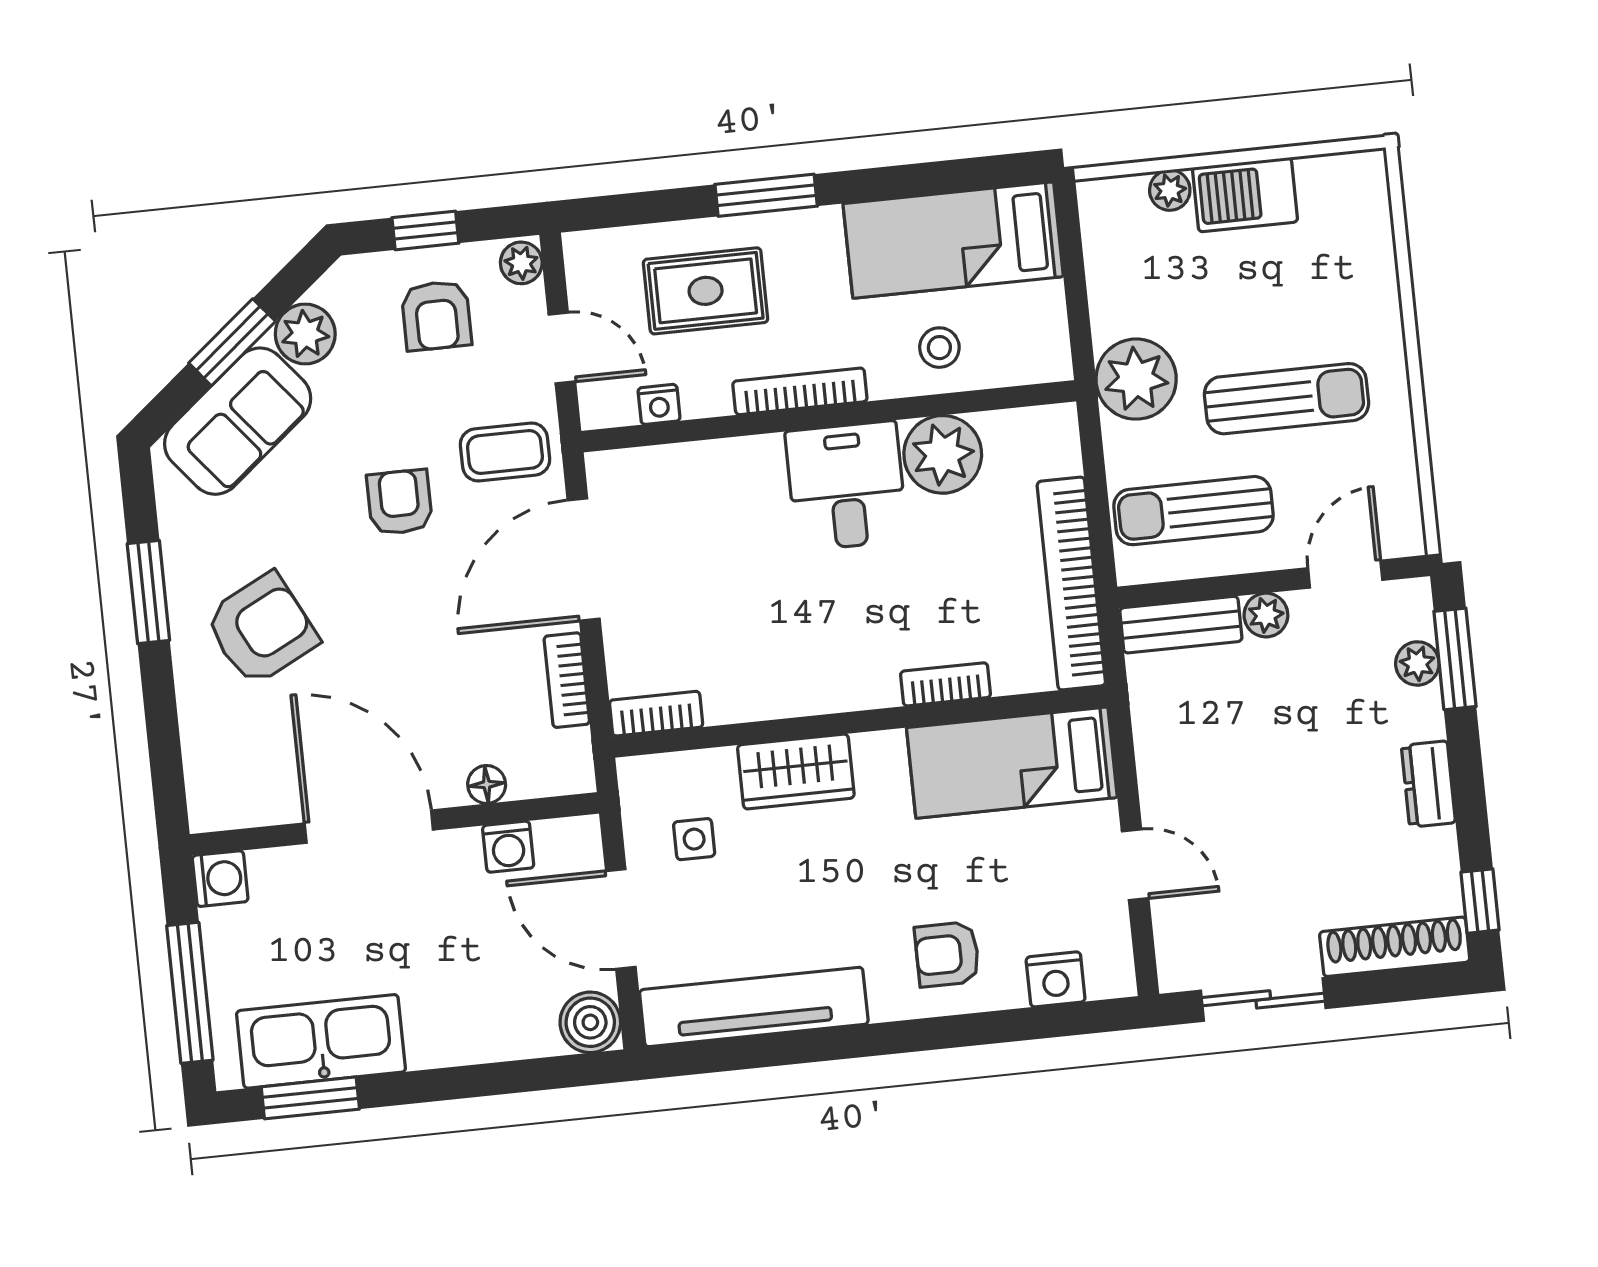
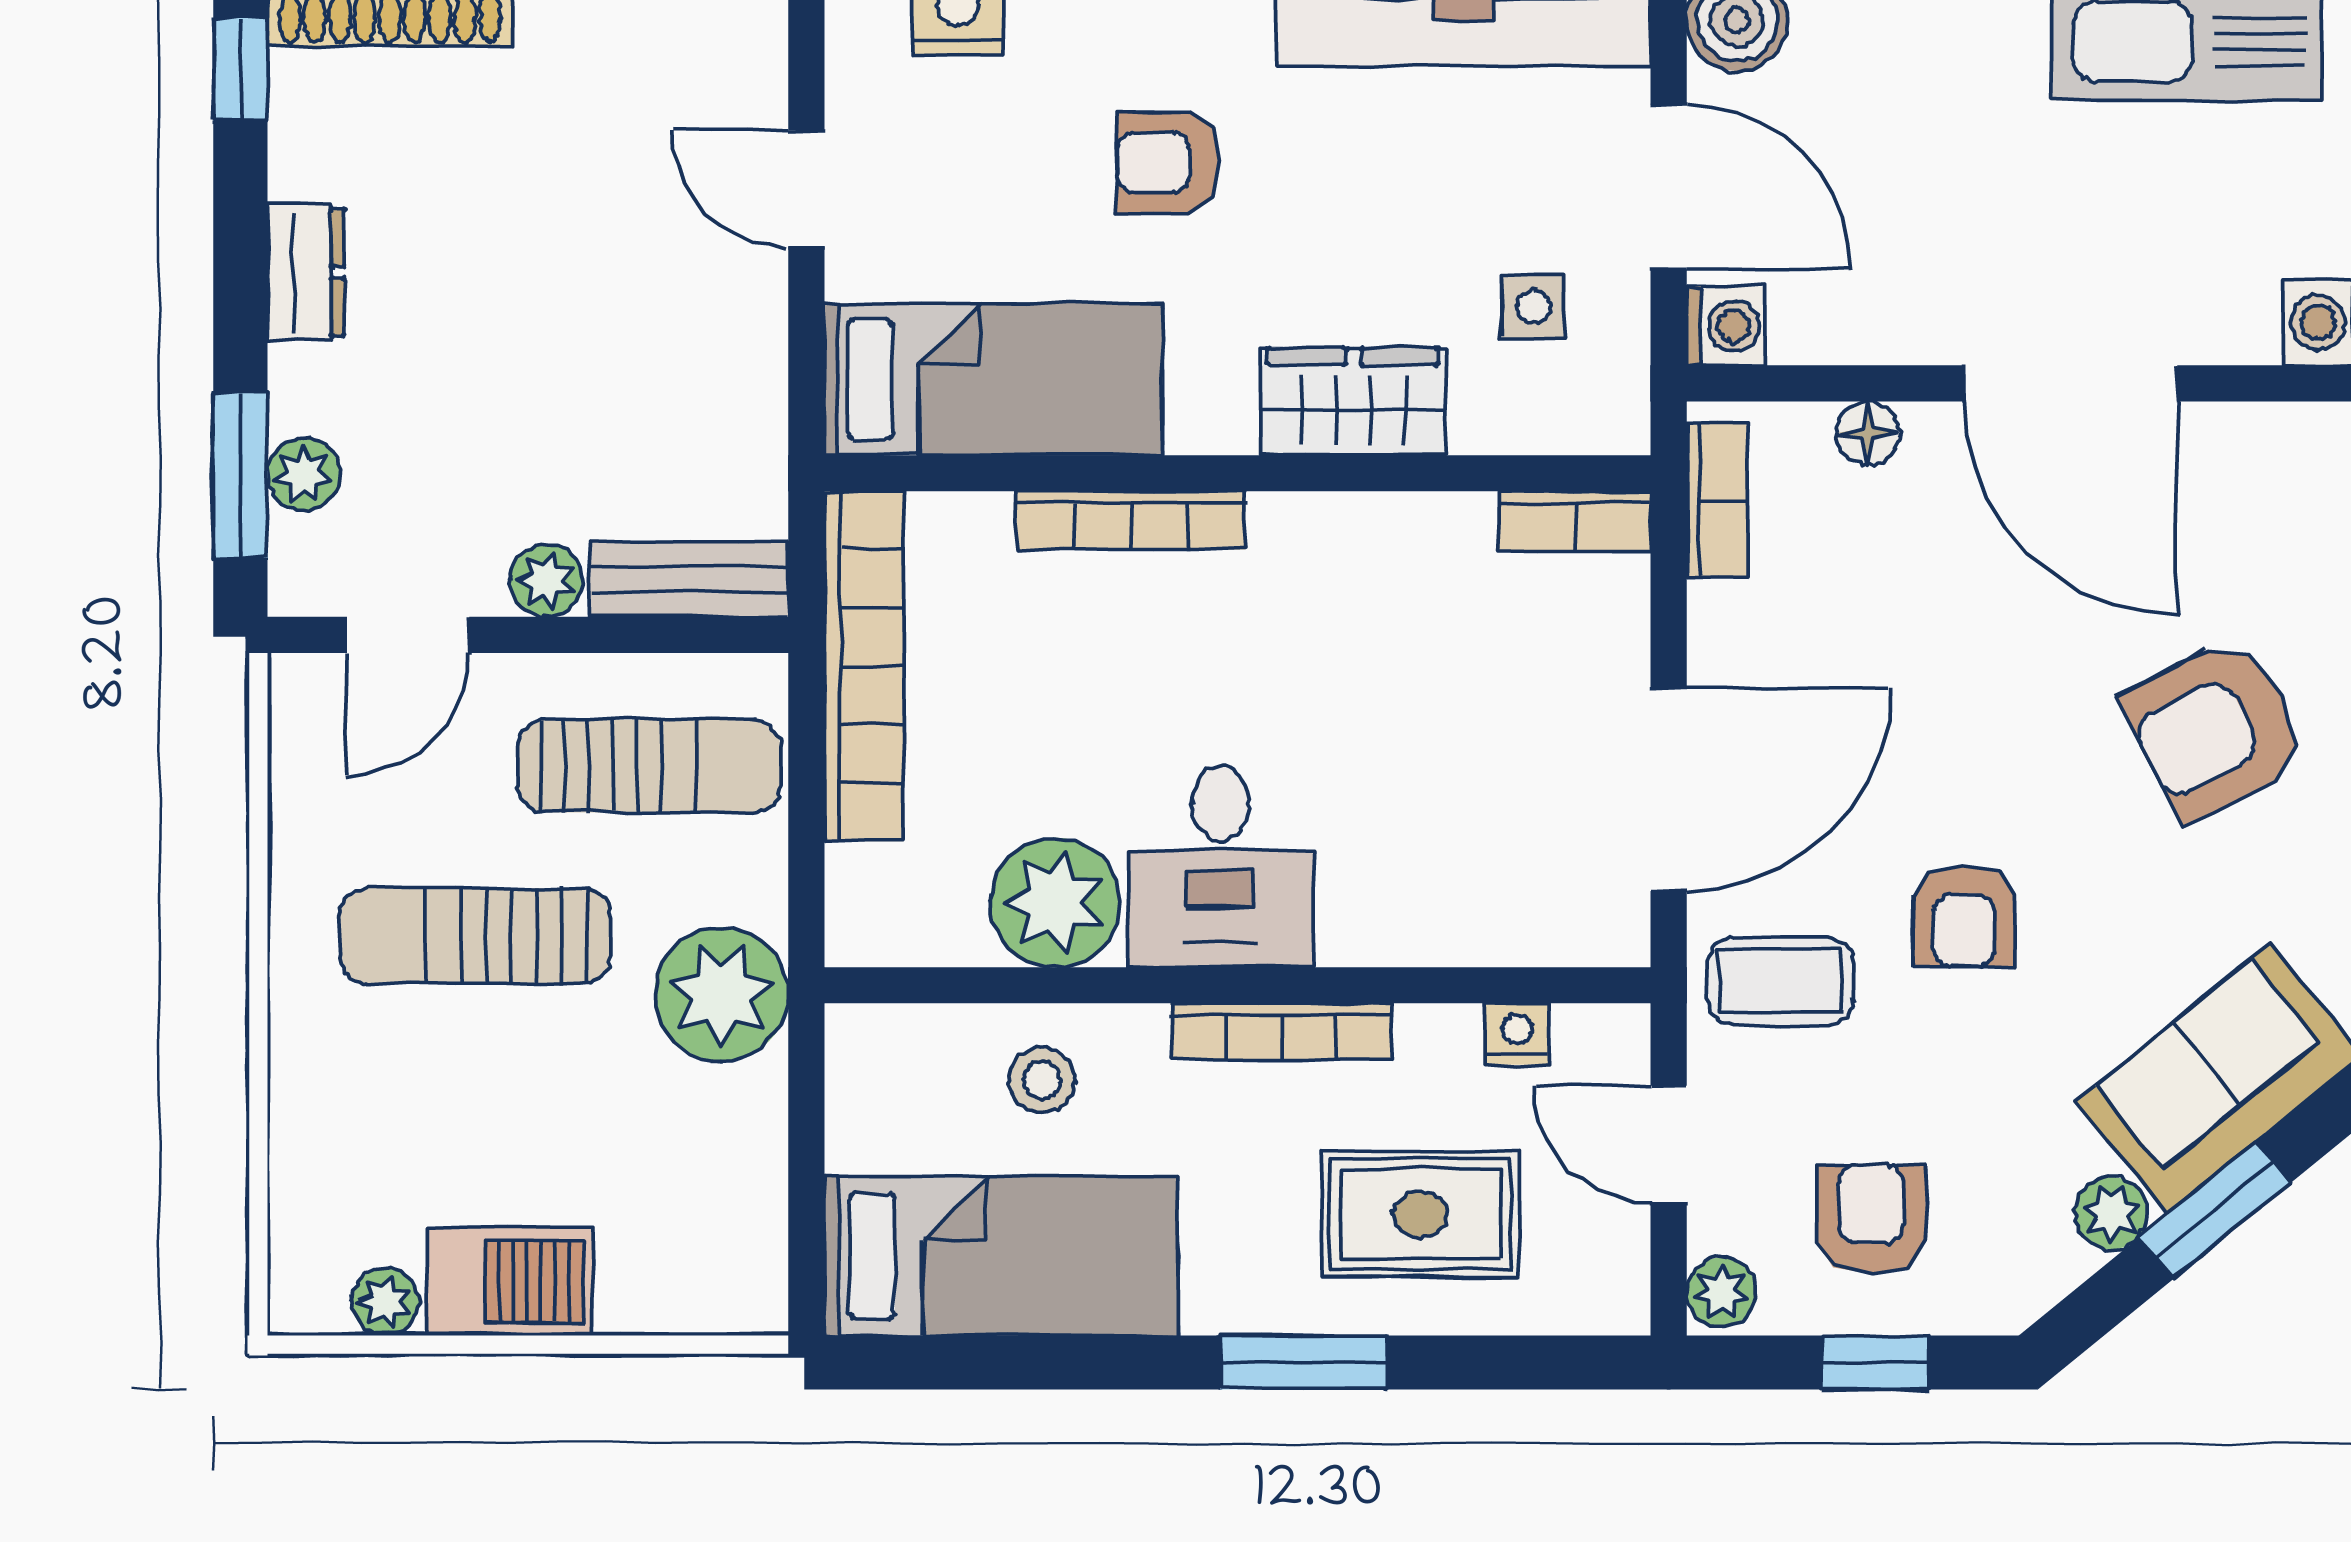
plant: (1170, 190) -> (385, 1302), moved
plant: (305, 334) -> (2111, 1213), width x0.73, depth x0.73
bookcase: (567, 680) -> (1717, 500), moved
bookcase: (946, 684) -> (1131, 520), width x1.56
washing machine: (508, 847) -> (1726, 326), moved, turned 90
armchair: (947, 954) -> (1168, 162), moved, turned 180

